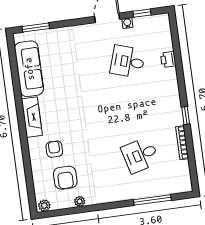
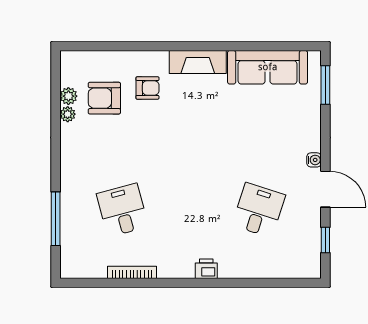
water cooler: (127, 23) -> (314, 160), moved
printer: (168, 59) -> (206, 269), moved
window: (186, 115) -> (170, 283), removed
plant: (44, 206) -> (68, 96), moved

